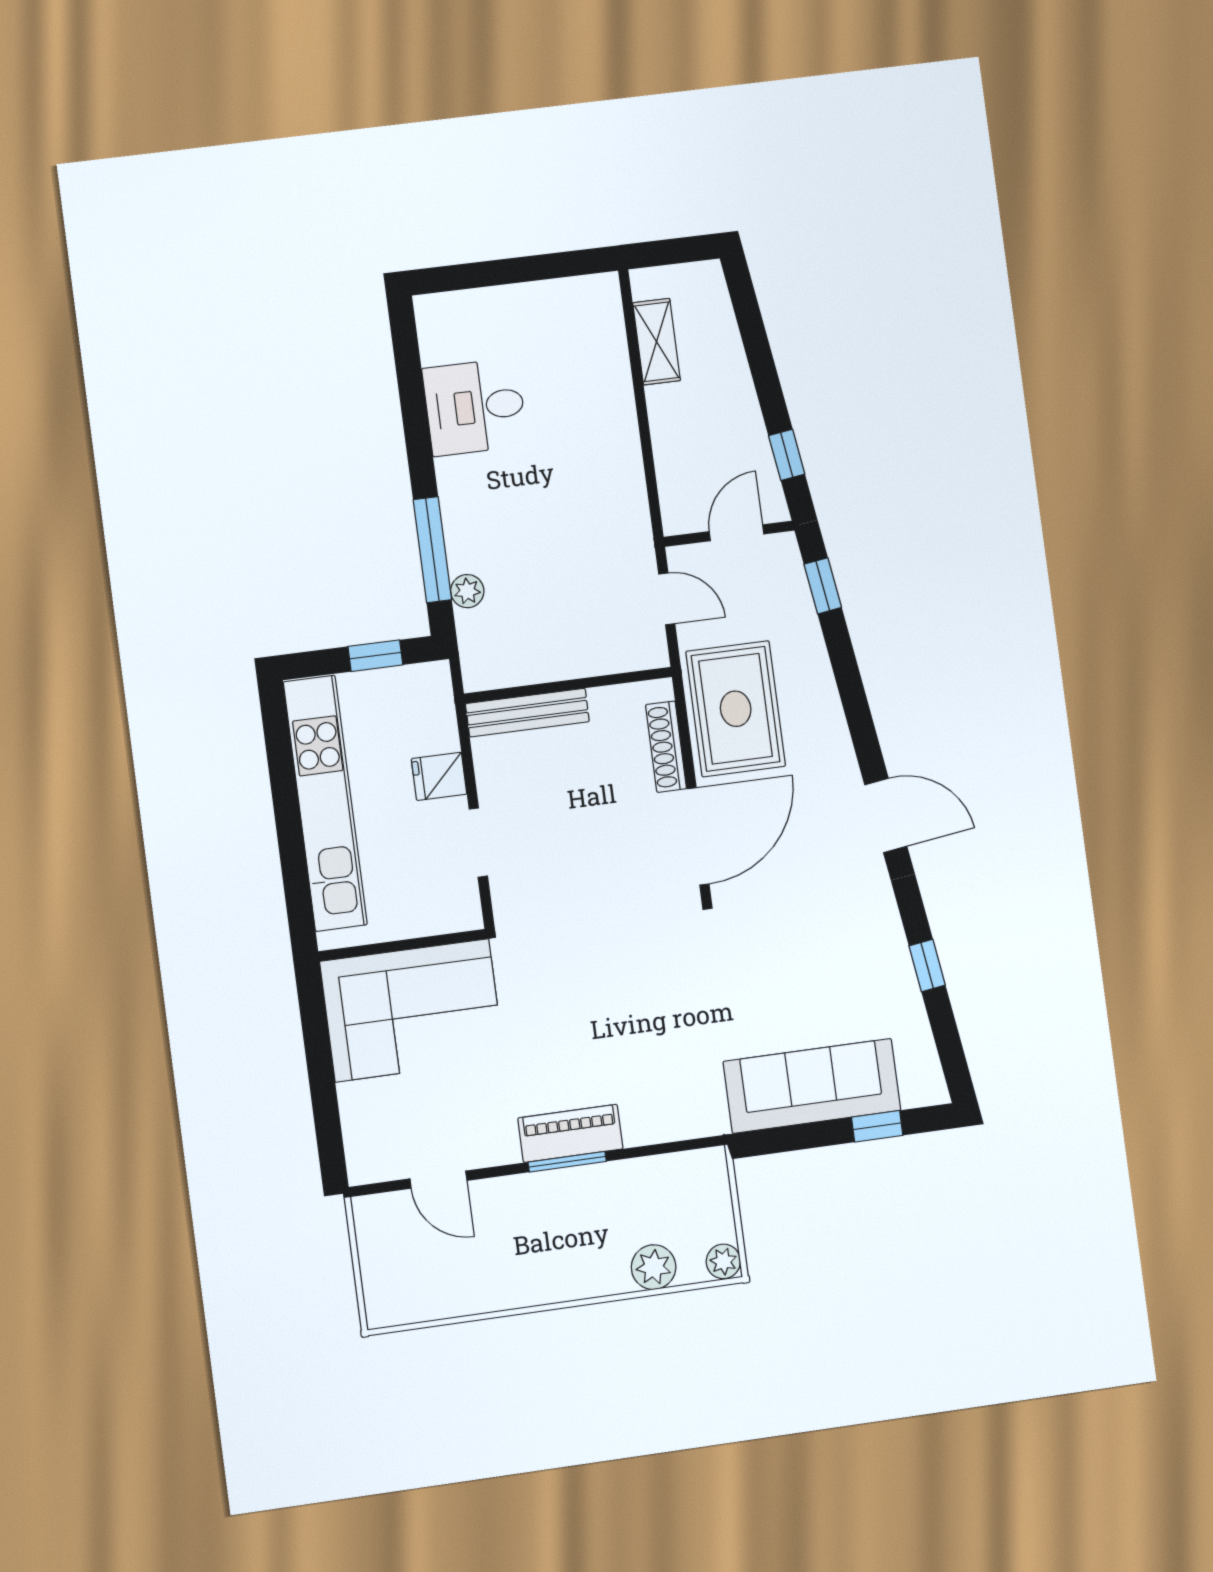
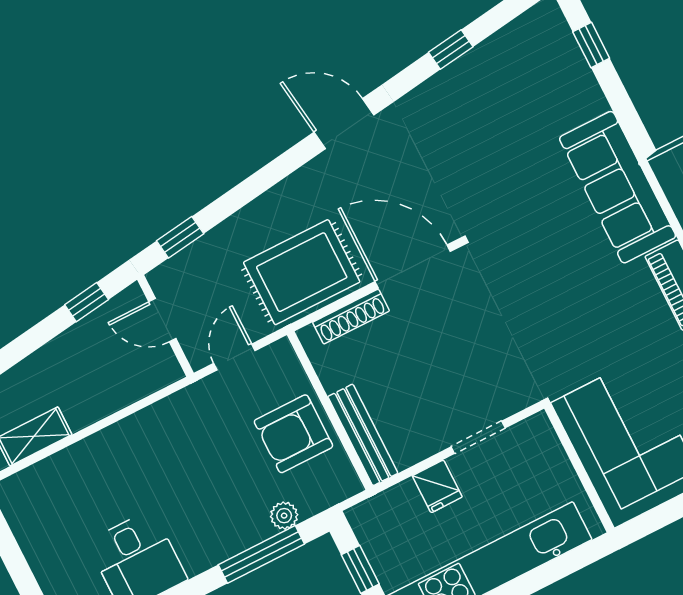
armchair: (556, 635) -> (293, 434), added
door: (886, 816) -> (344, 124), hinge flipped
sofa: (812, 1086) -> (618, 187), moved

